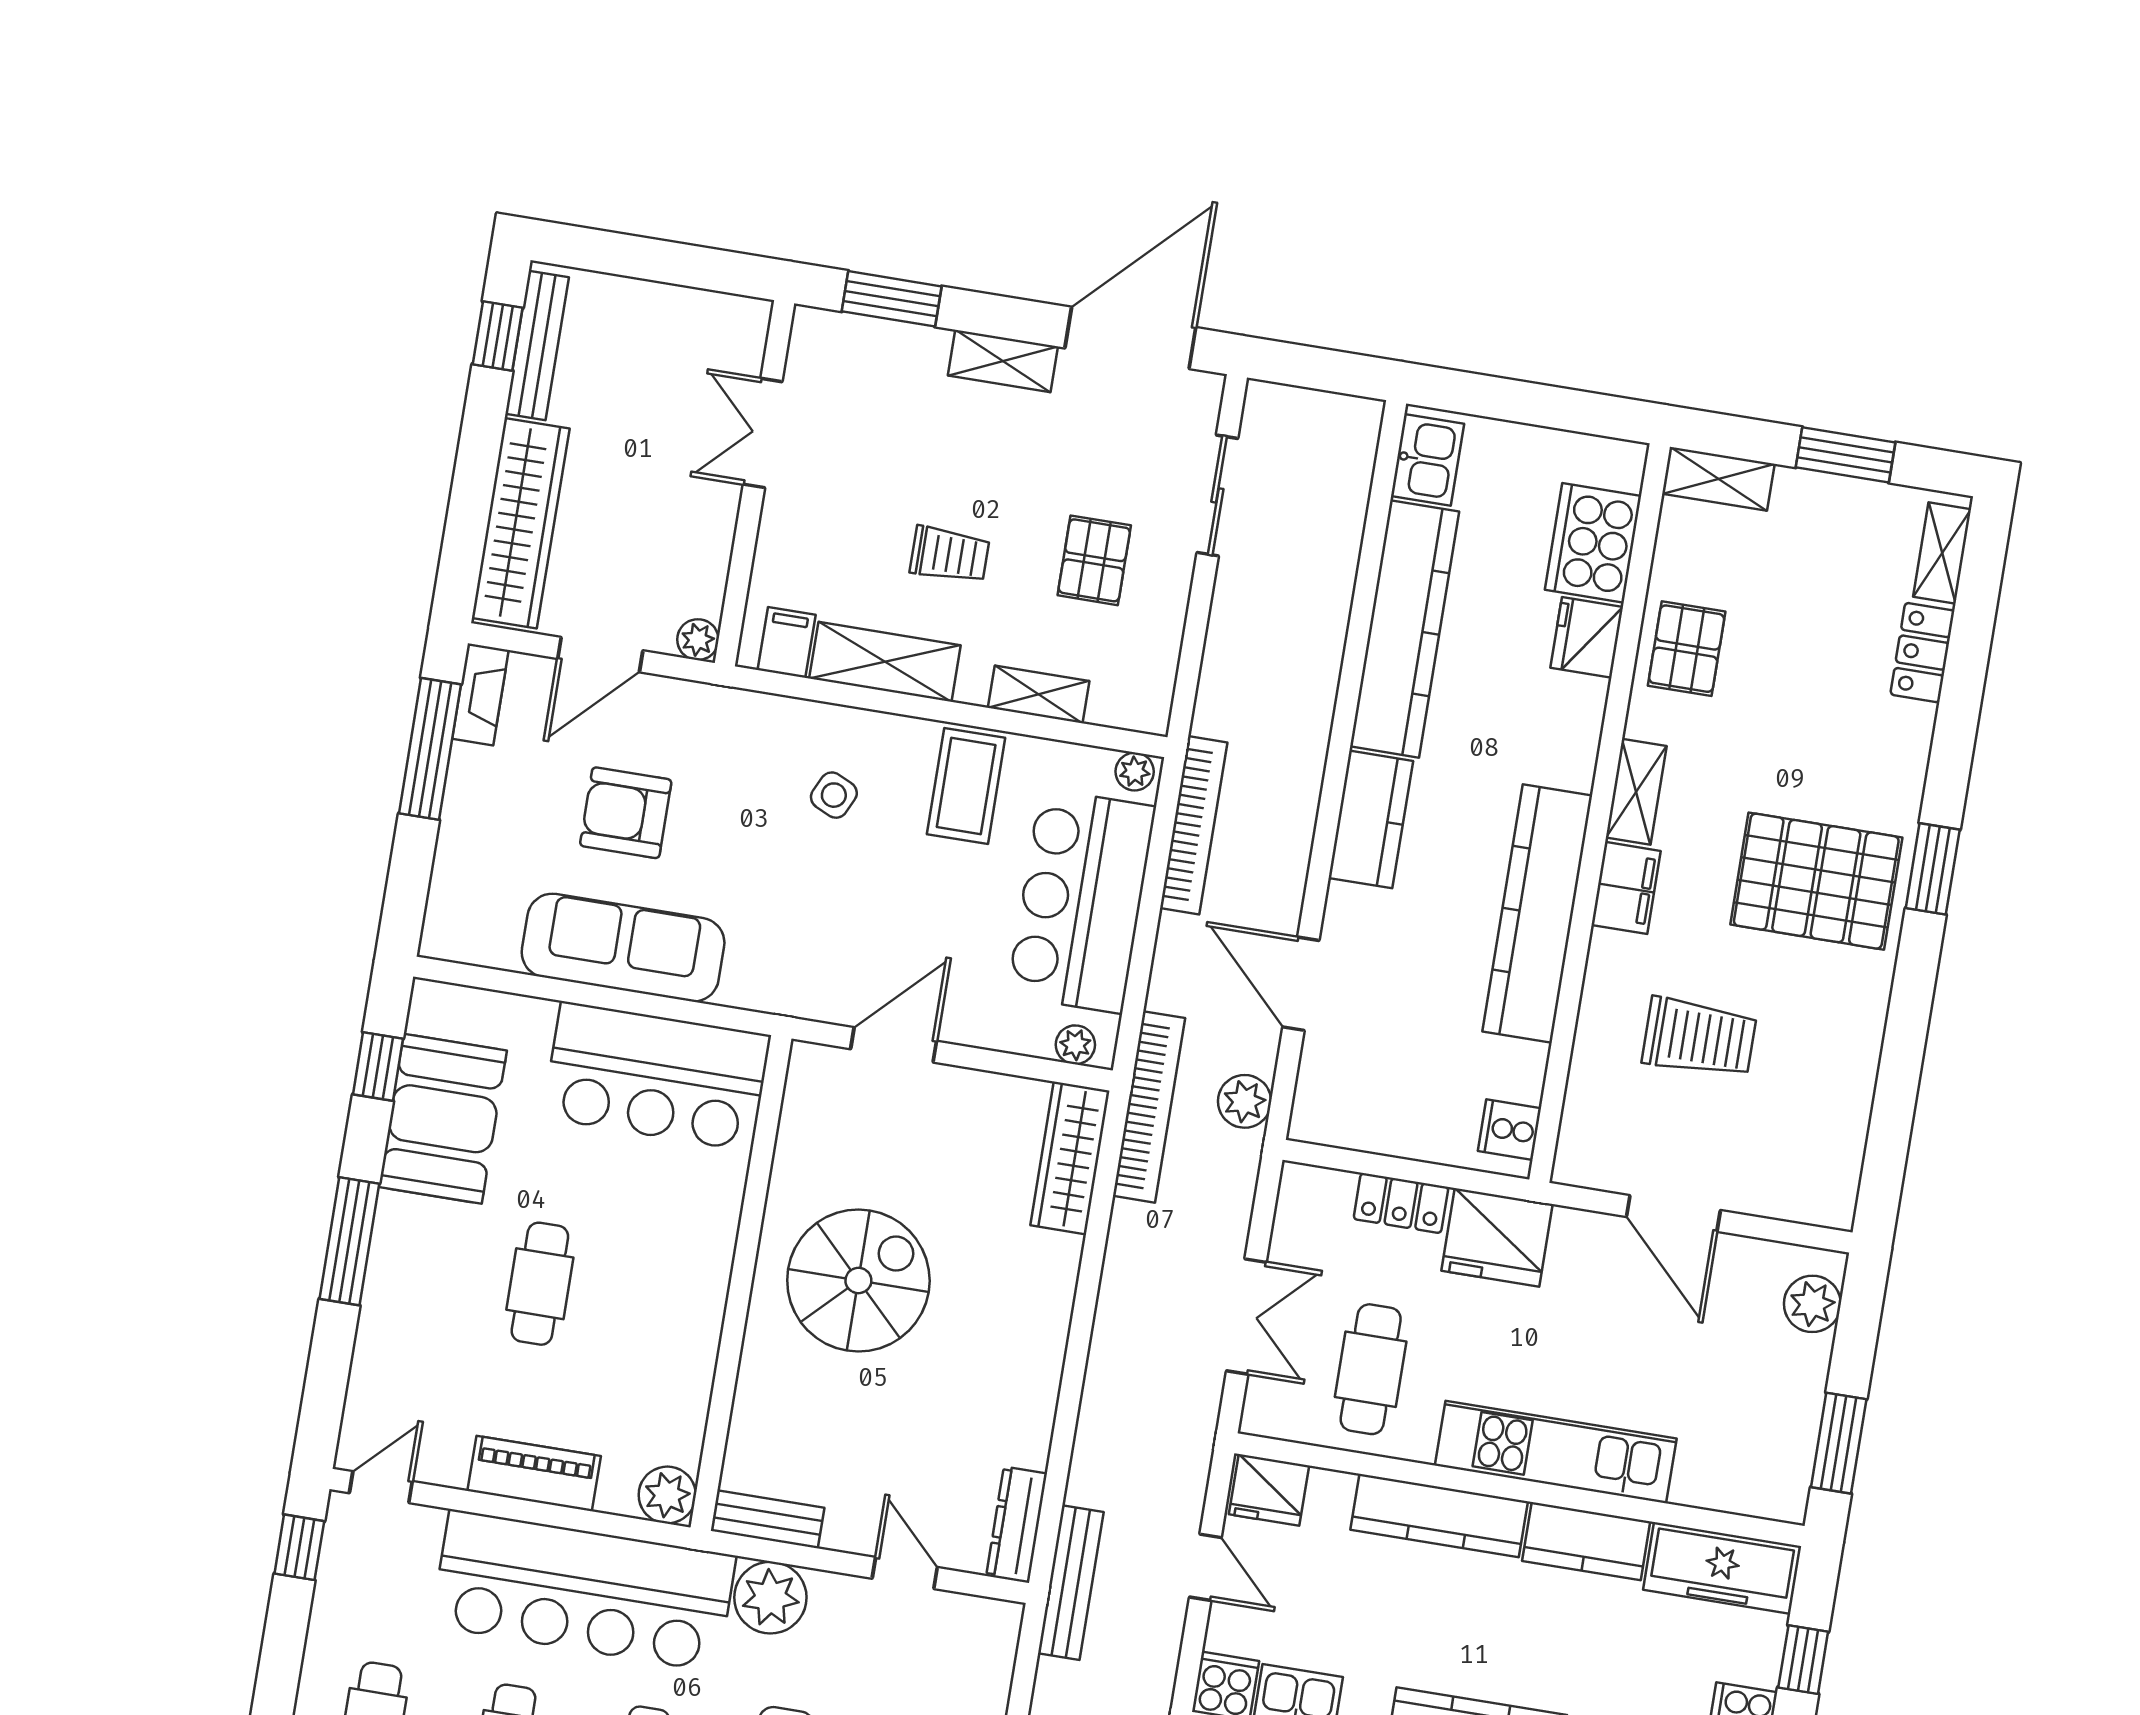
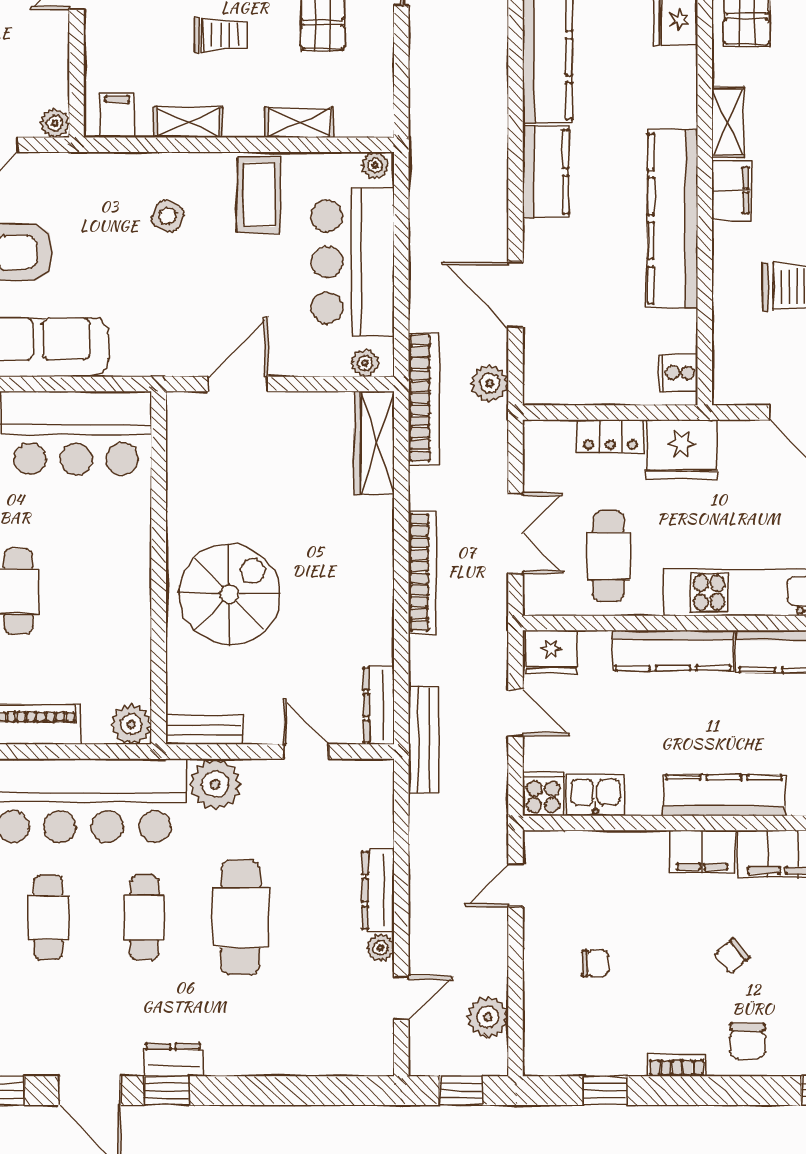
shelving: (885, 662) -> (188, 122), width x0.67, depth x0.75
bookcase: (1194, 825) -> (422, 572), moved
spiral stairs: (858, 1281) -> (229, 594), moved

